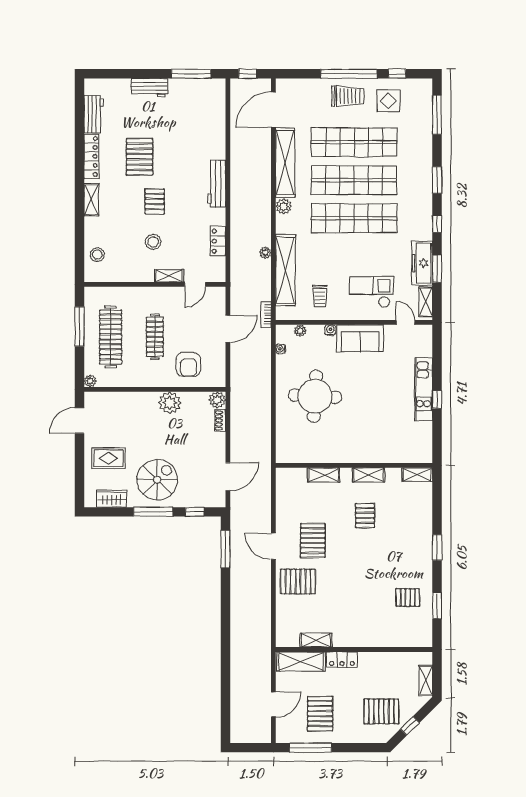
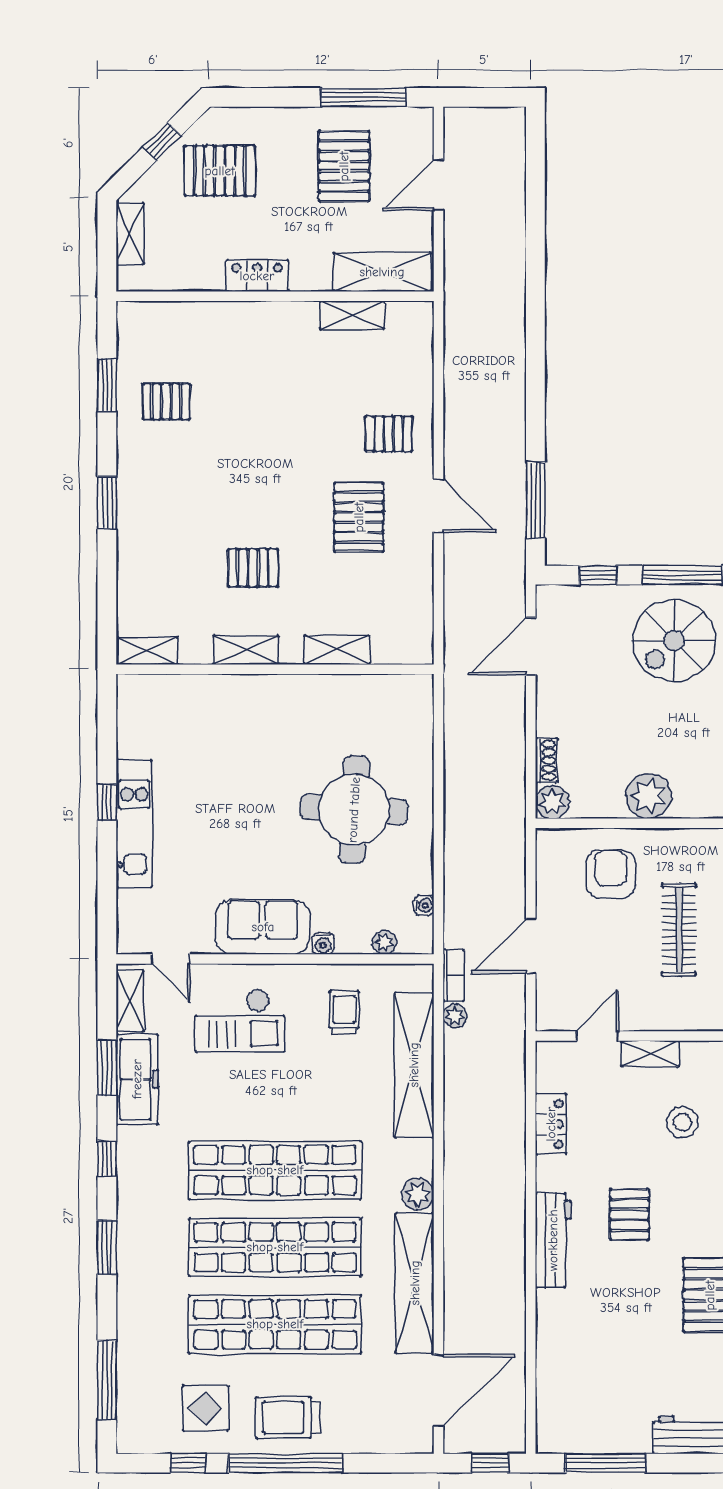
pallet: (155, 201) -> (629, 1215), moved
plant: (265, 253) -> (455, 1016), moved
pallet: (365, 515) -> (253, 568), turned 90
pallet: (298, 582) -> (389, 434), width x0.67, depth x0.71
locker: (342, 660) -> (257, 276), moved

